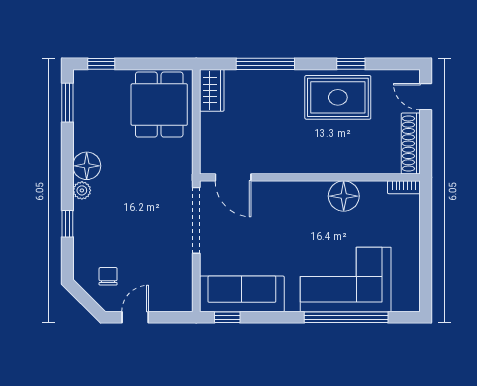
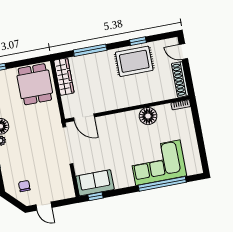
wardrobe: (212, 90) -> (64, 77), width x1.50
sofa: (242, 294) -> (95, 183), width x0.73
door: (135, 317) -> (44, 206), swing flipped

